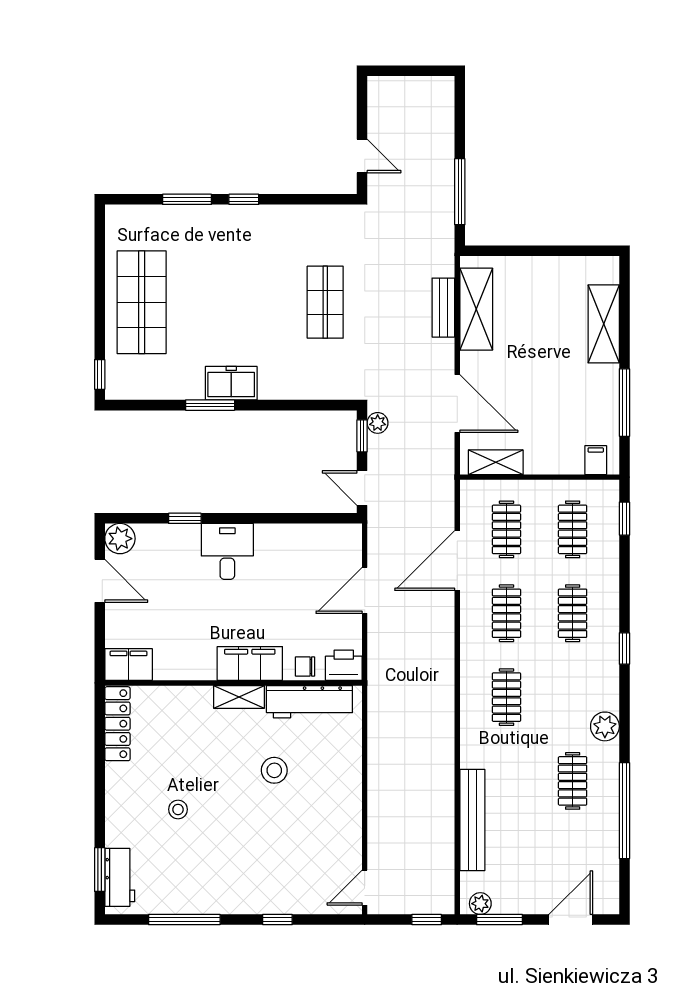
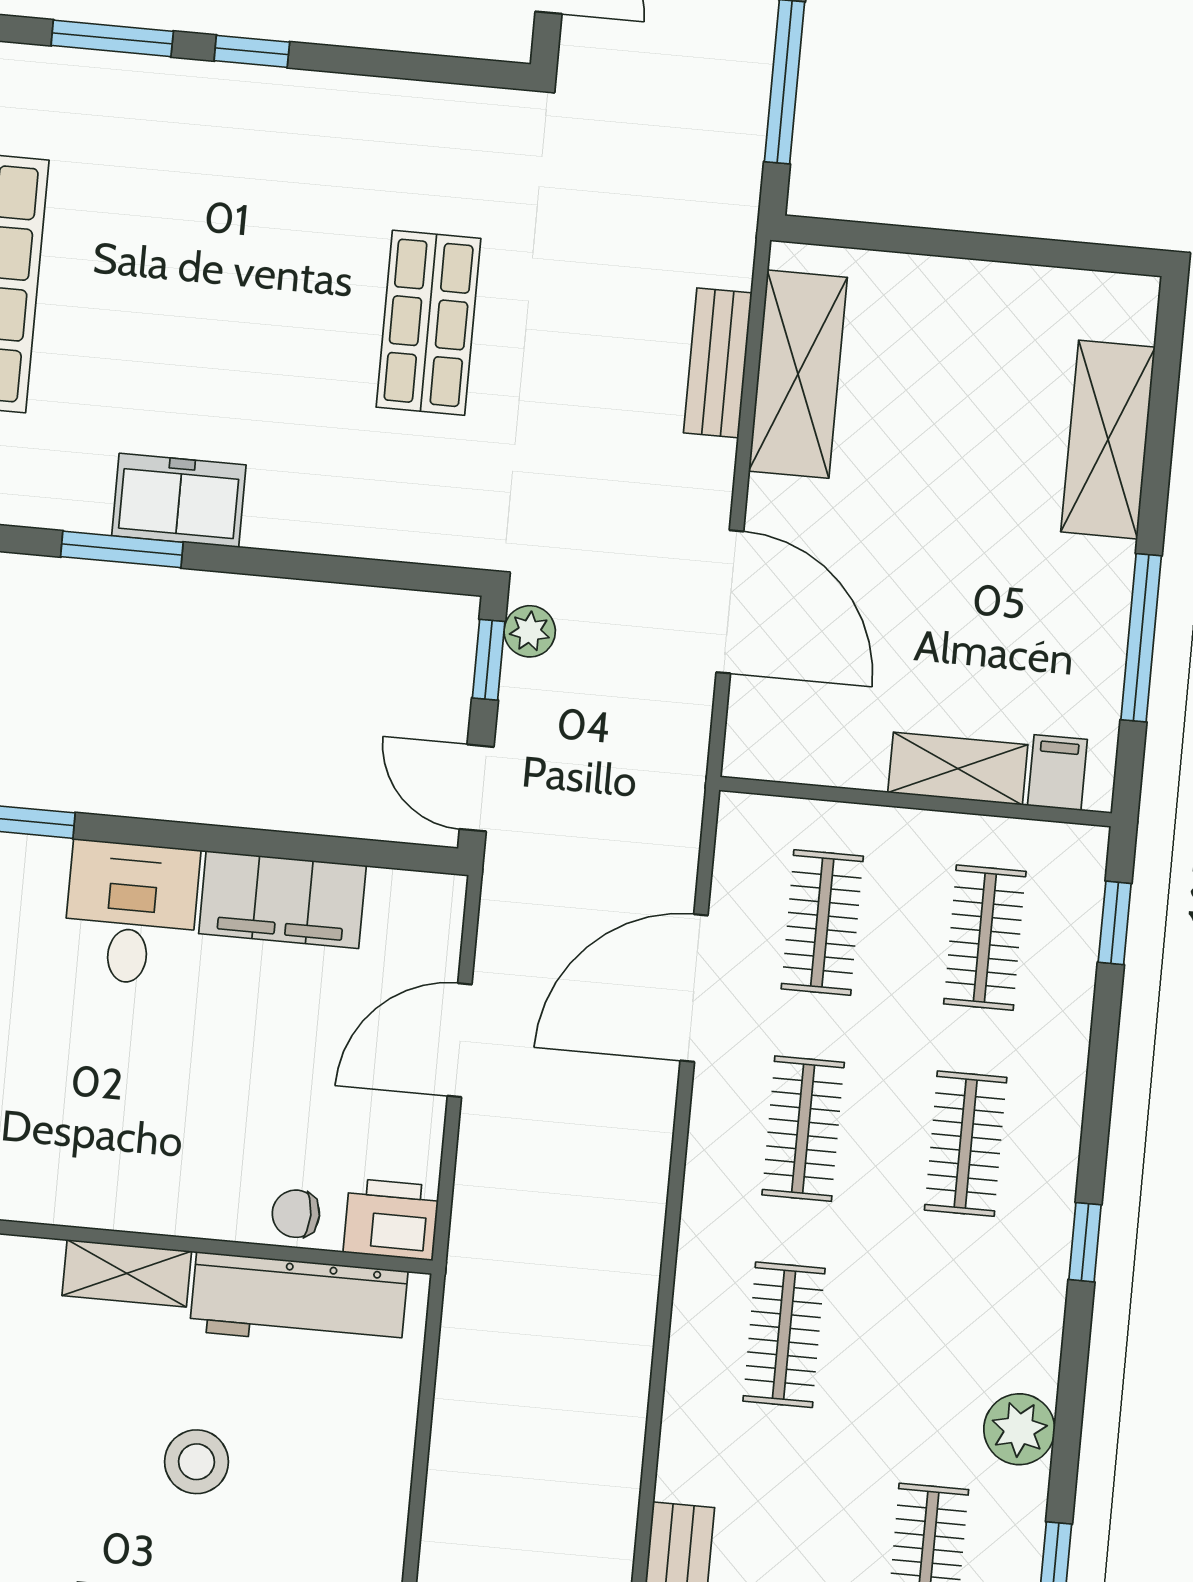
shelving: (496, 462) -> (958, 769), moved
filing cabinet: (250, 663) -> (282, 900), moved, turned 180

